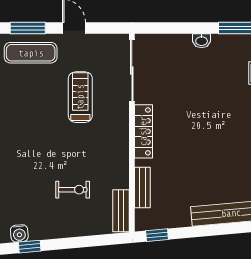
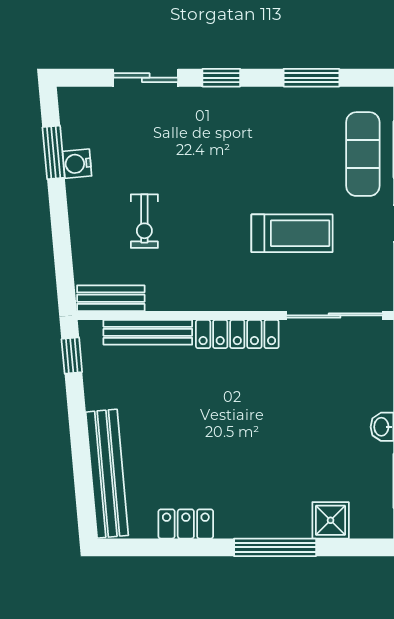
bench: (142, 187) -> (148, 332), width x1.36
water cooler: (19, 233) -> (77, 164), moved
window: (30, 247) -> (54, 152), width x1.50

